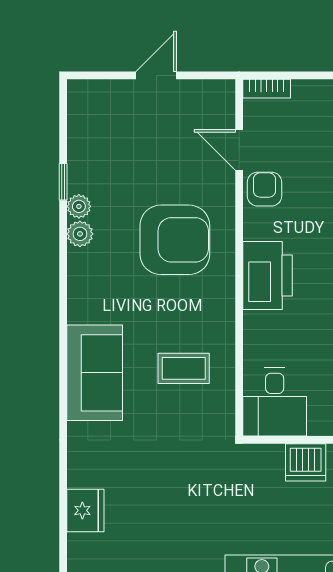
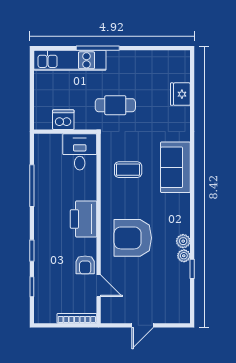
bookcase: (267, 89) -> (77, 318), width x1.56
cafe table: (208, 489) -> (115, 105), added

